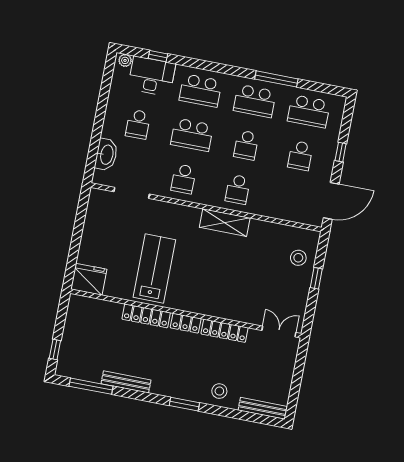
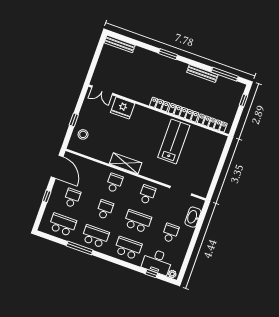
door: (331, 201) -> (57, 167), swing flipped
lab bench: (154, 268) -> (174, 141), turned 180
fridge: (89, 279) -> (123, 108), moved
locker: (225, 331) -> (212, 123), moved
stool: (219, 391) -> (145, 59), removed

